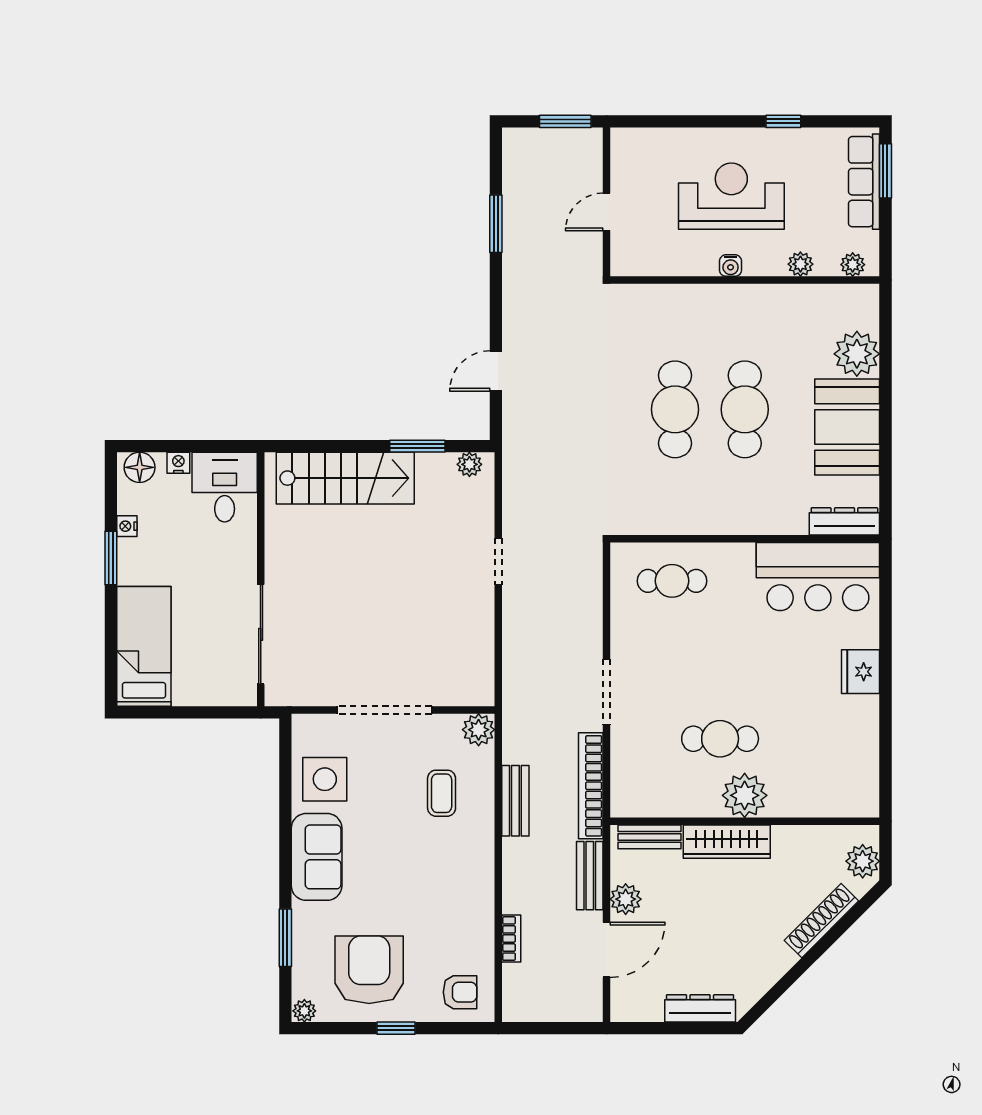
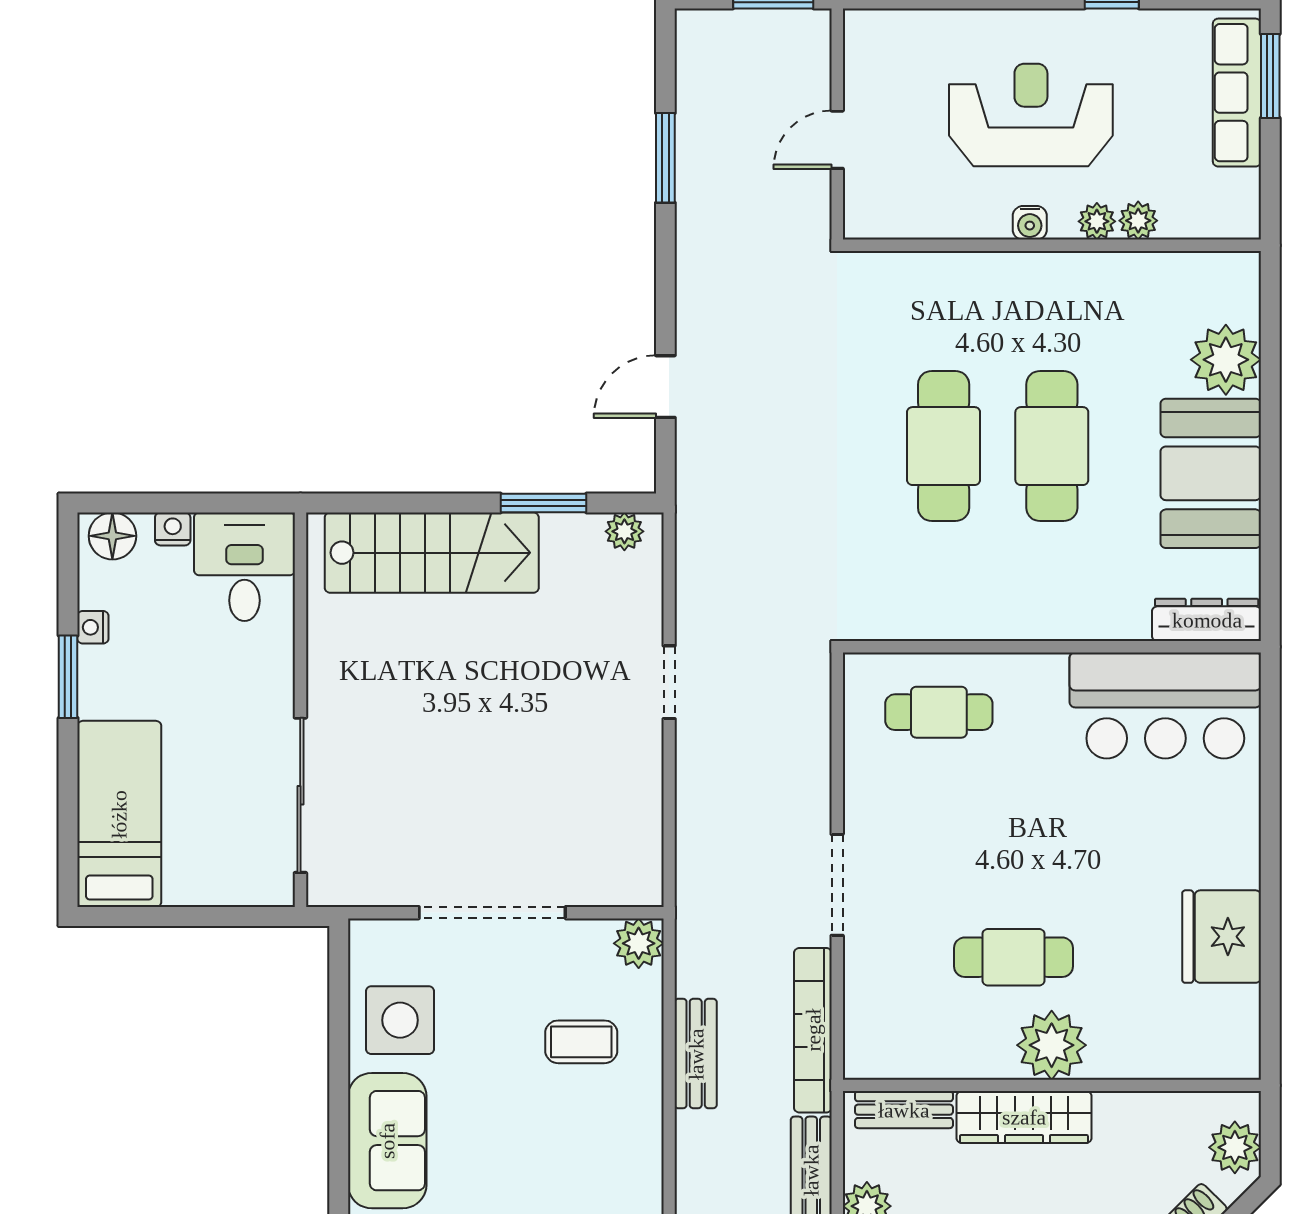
plant: (853, 265) -> (1097, 221), moved
fridge: (861, 672) -> (1222, 937), moved, width x1.36, depth x1.34
coffee table: (442, 793) -> (581, 1042), turned 90

